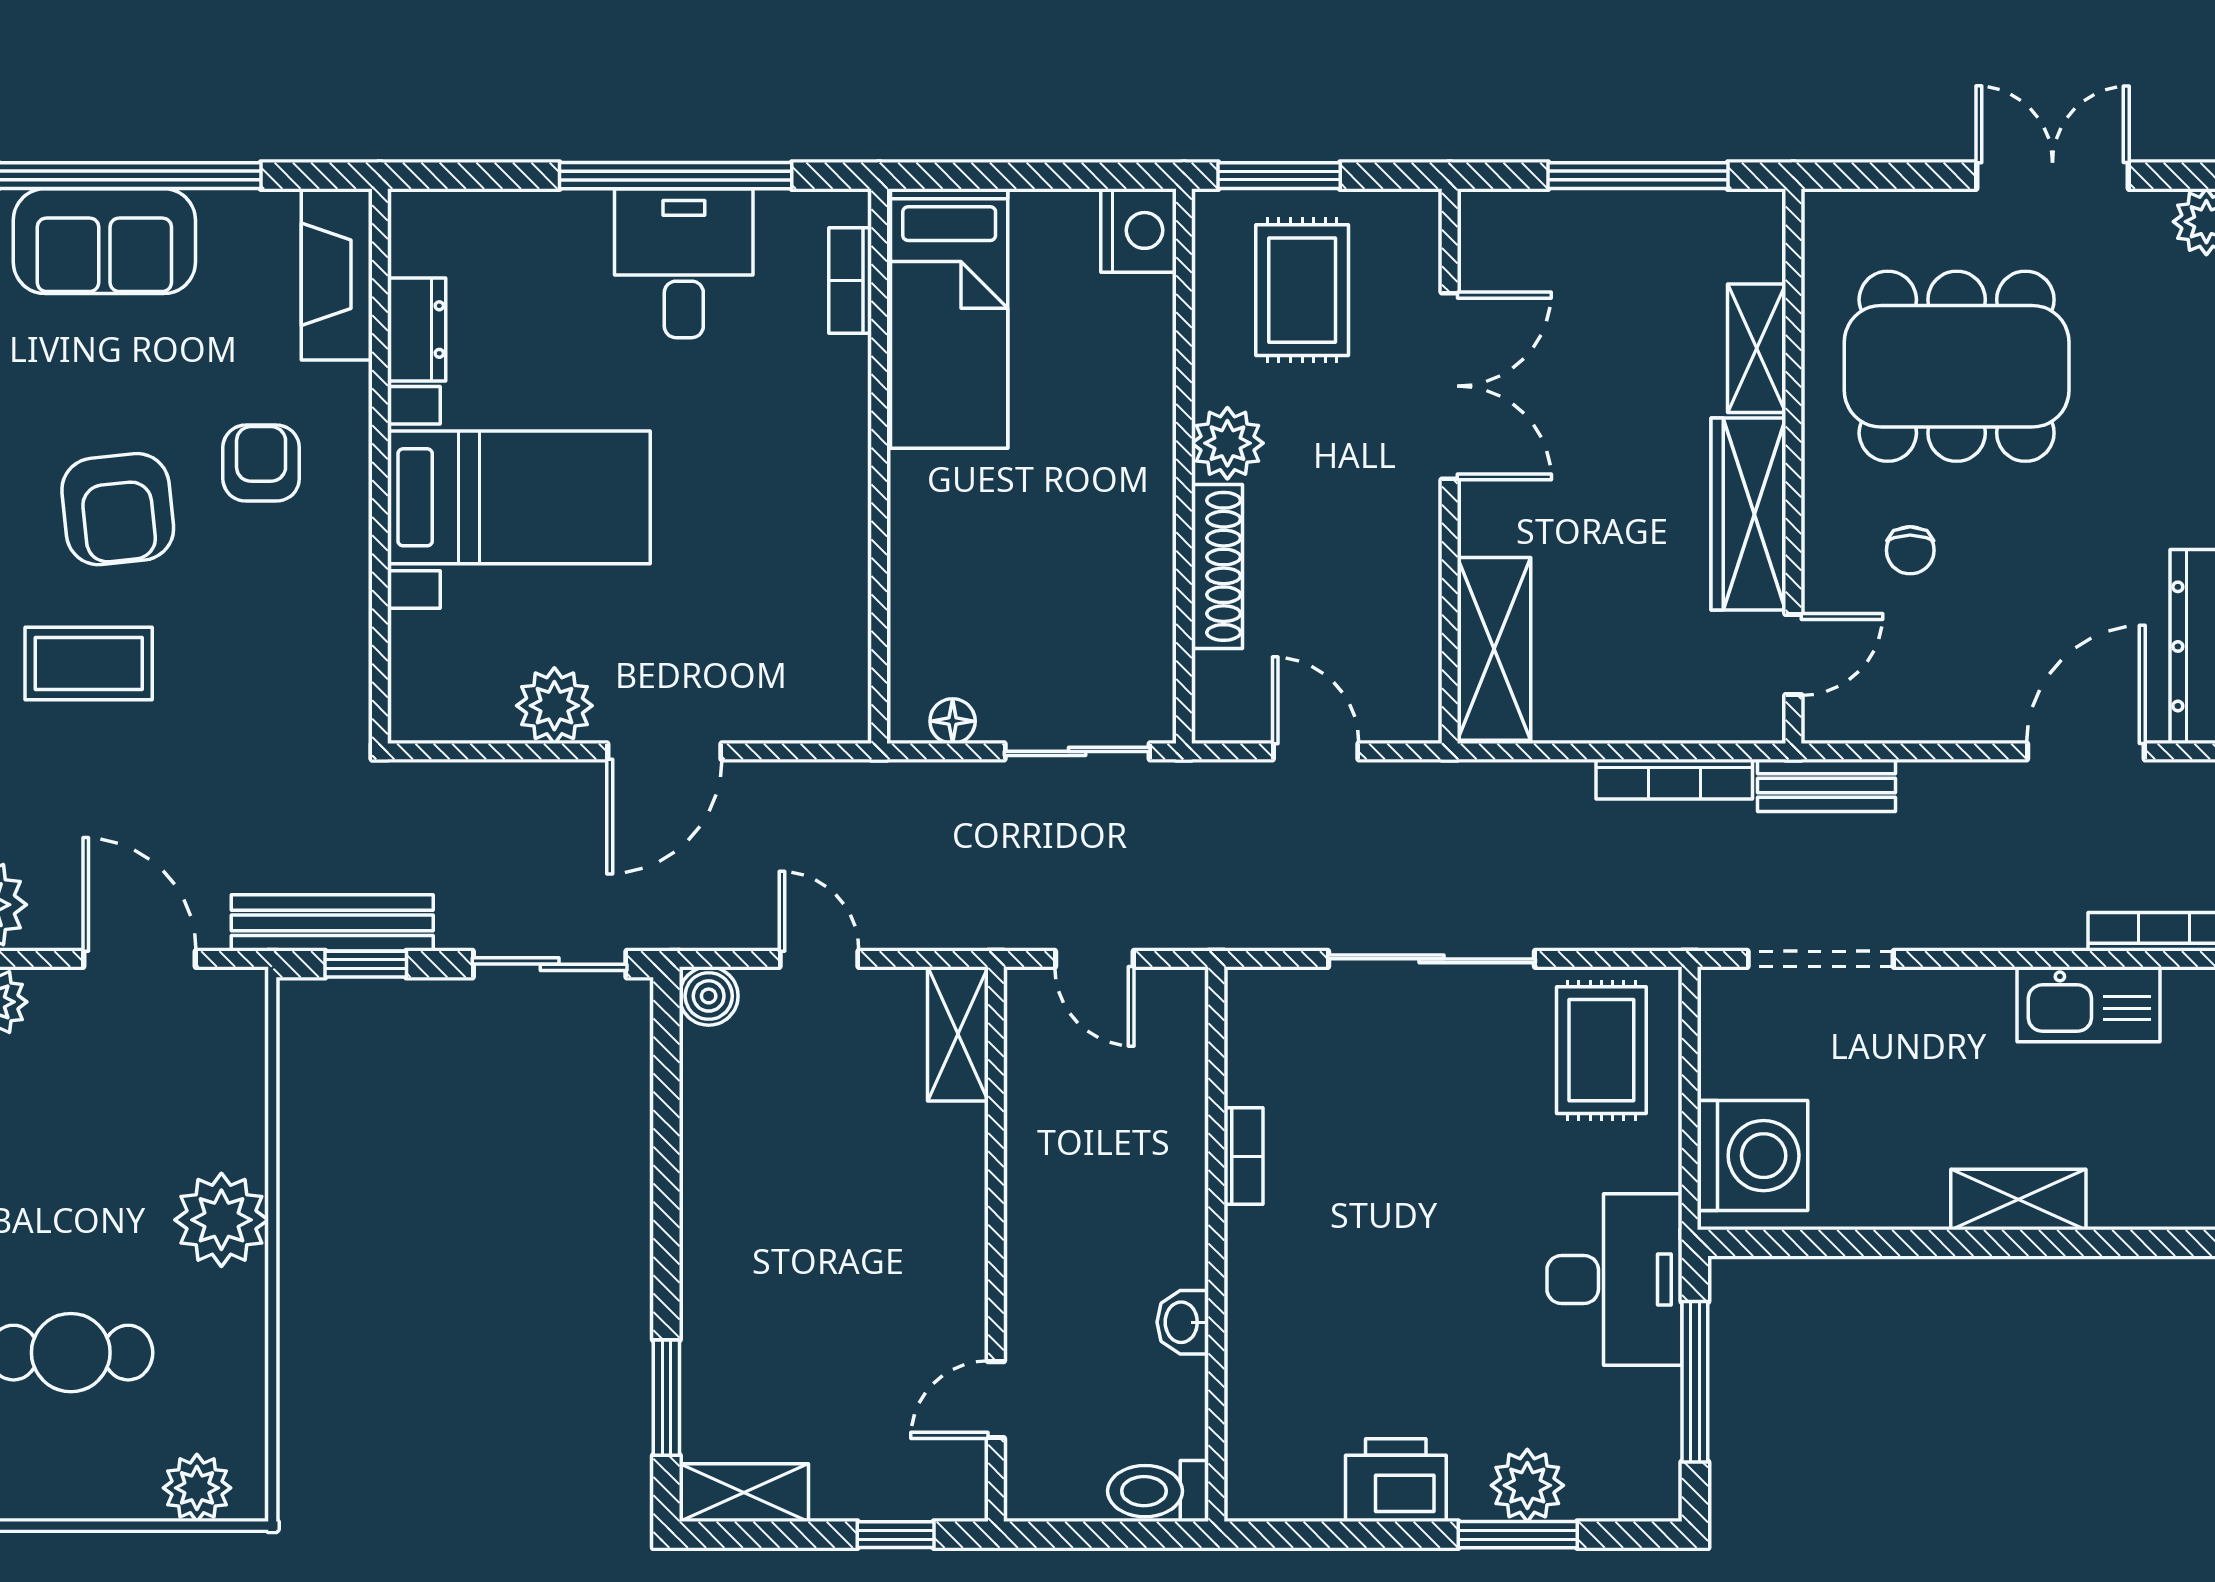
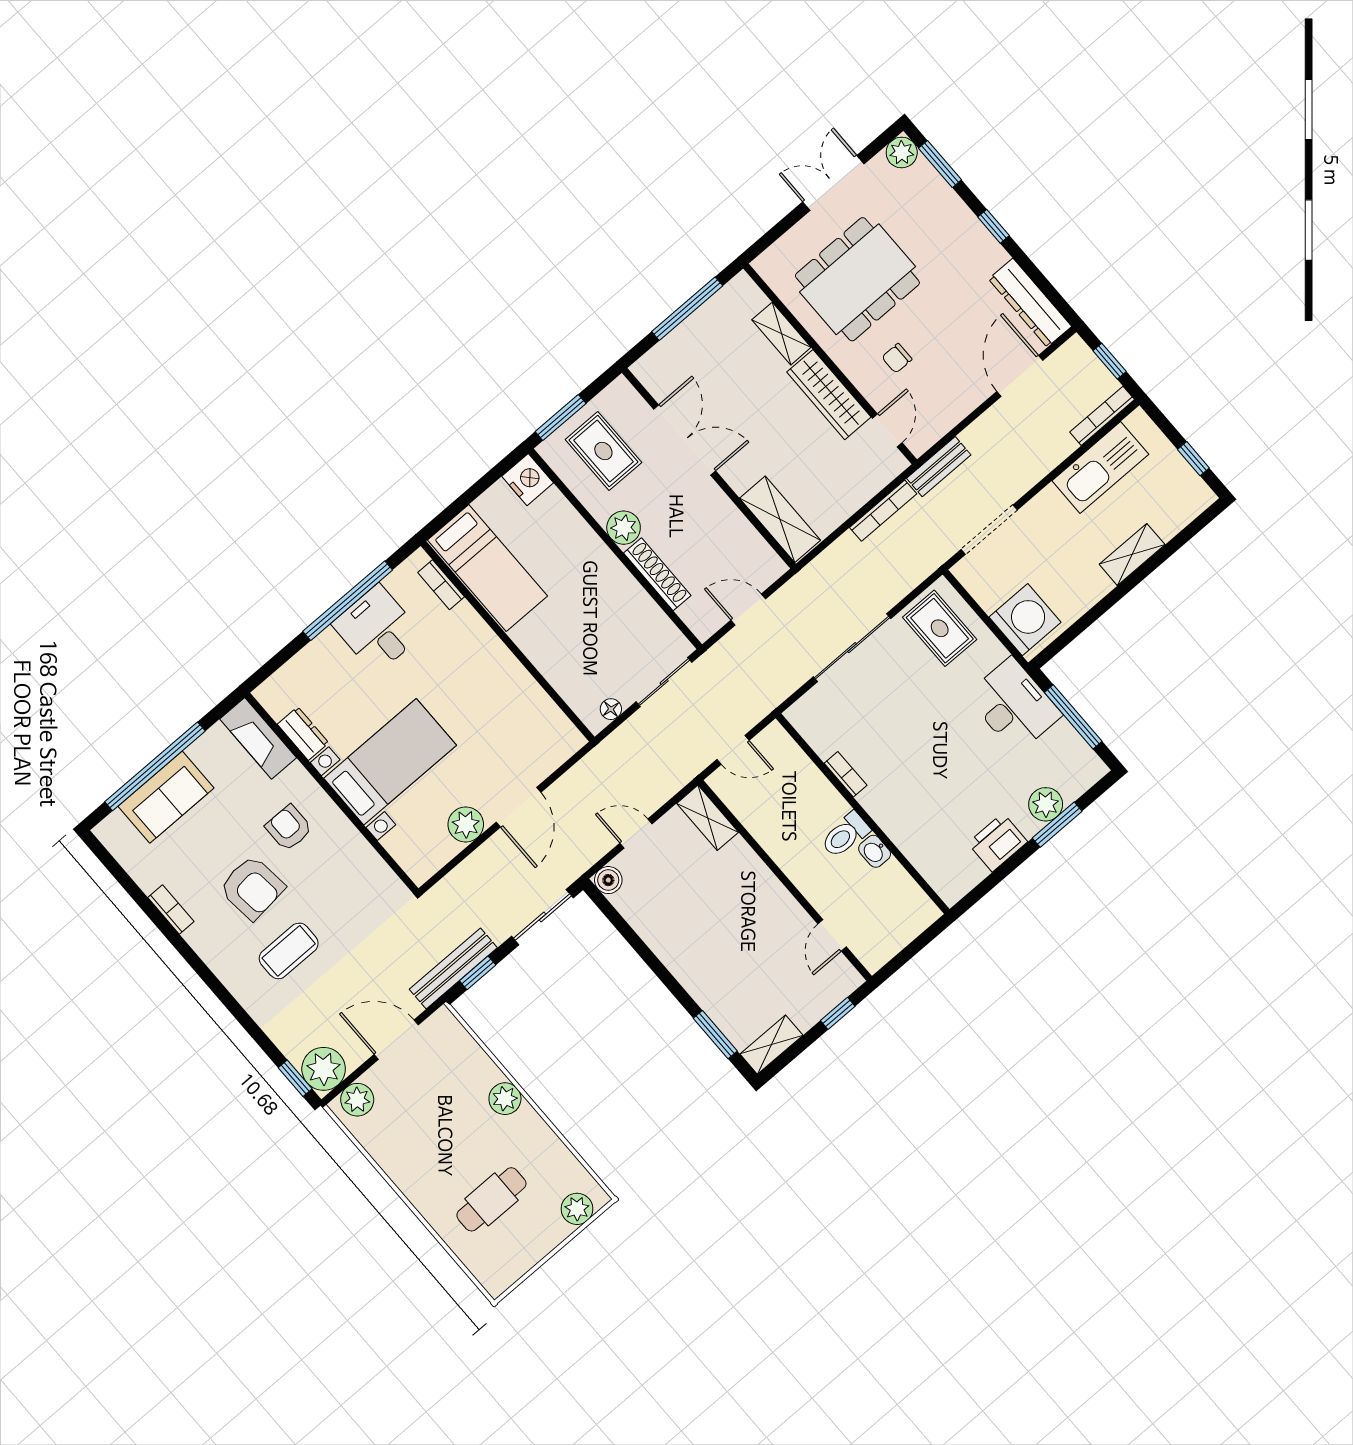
chair: (1910, 550) -> (897, 358), turned 90
kitchen sink: (2088, 1004) -> (1100, 468), width x1.36, depth x1.24
plant: (221, 1220) -> (505, 1099), width x0.73, depth x0.73
toilet: (1158, 1491) -> (845, 835), moved

